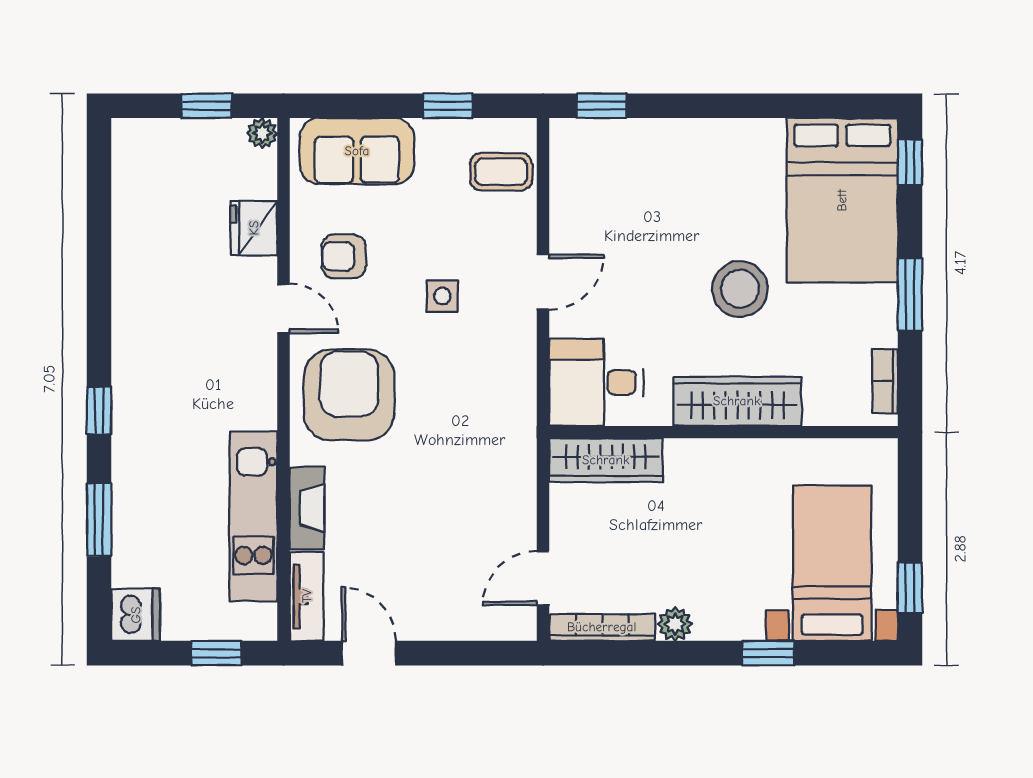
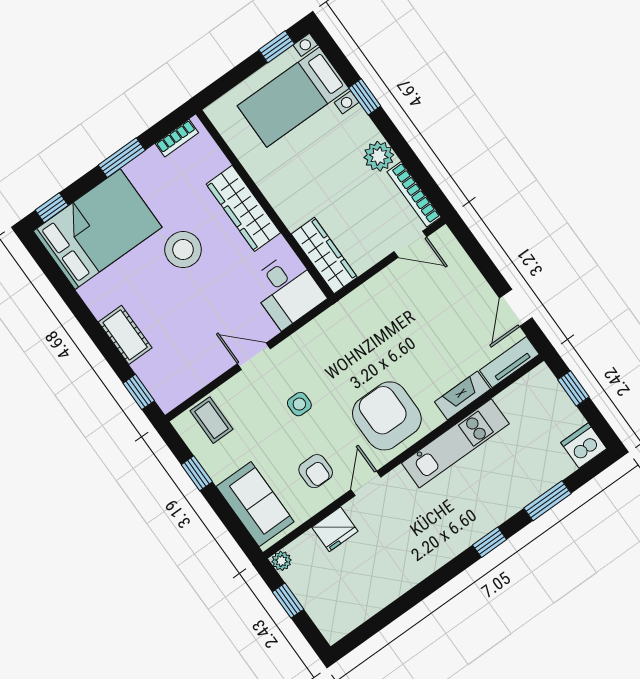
cot: (685, 140) -> (125, 335), added
armchair: (349, 395) -> (387, 416), turned 90
kitchen unit: (253, 516) -> (455, 443), moved
plant: (675, 624) -> (379, 156), width x1.38, depth x1.38

